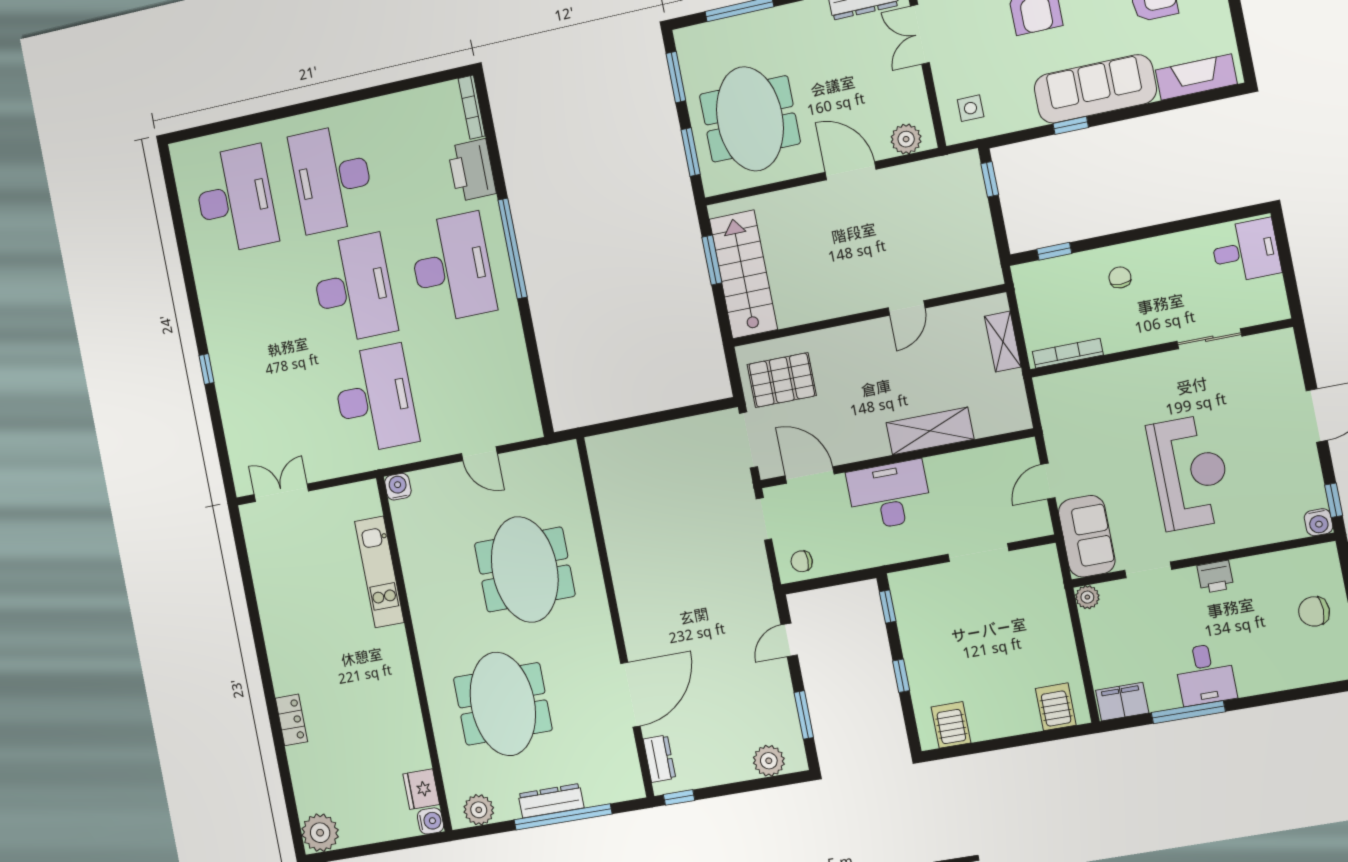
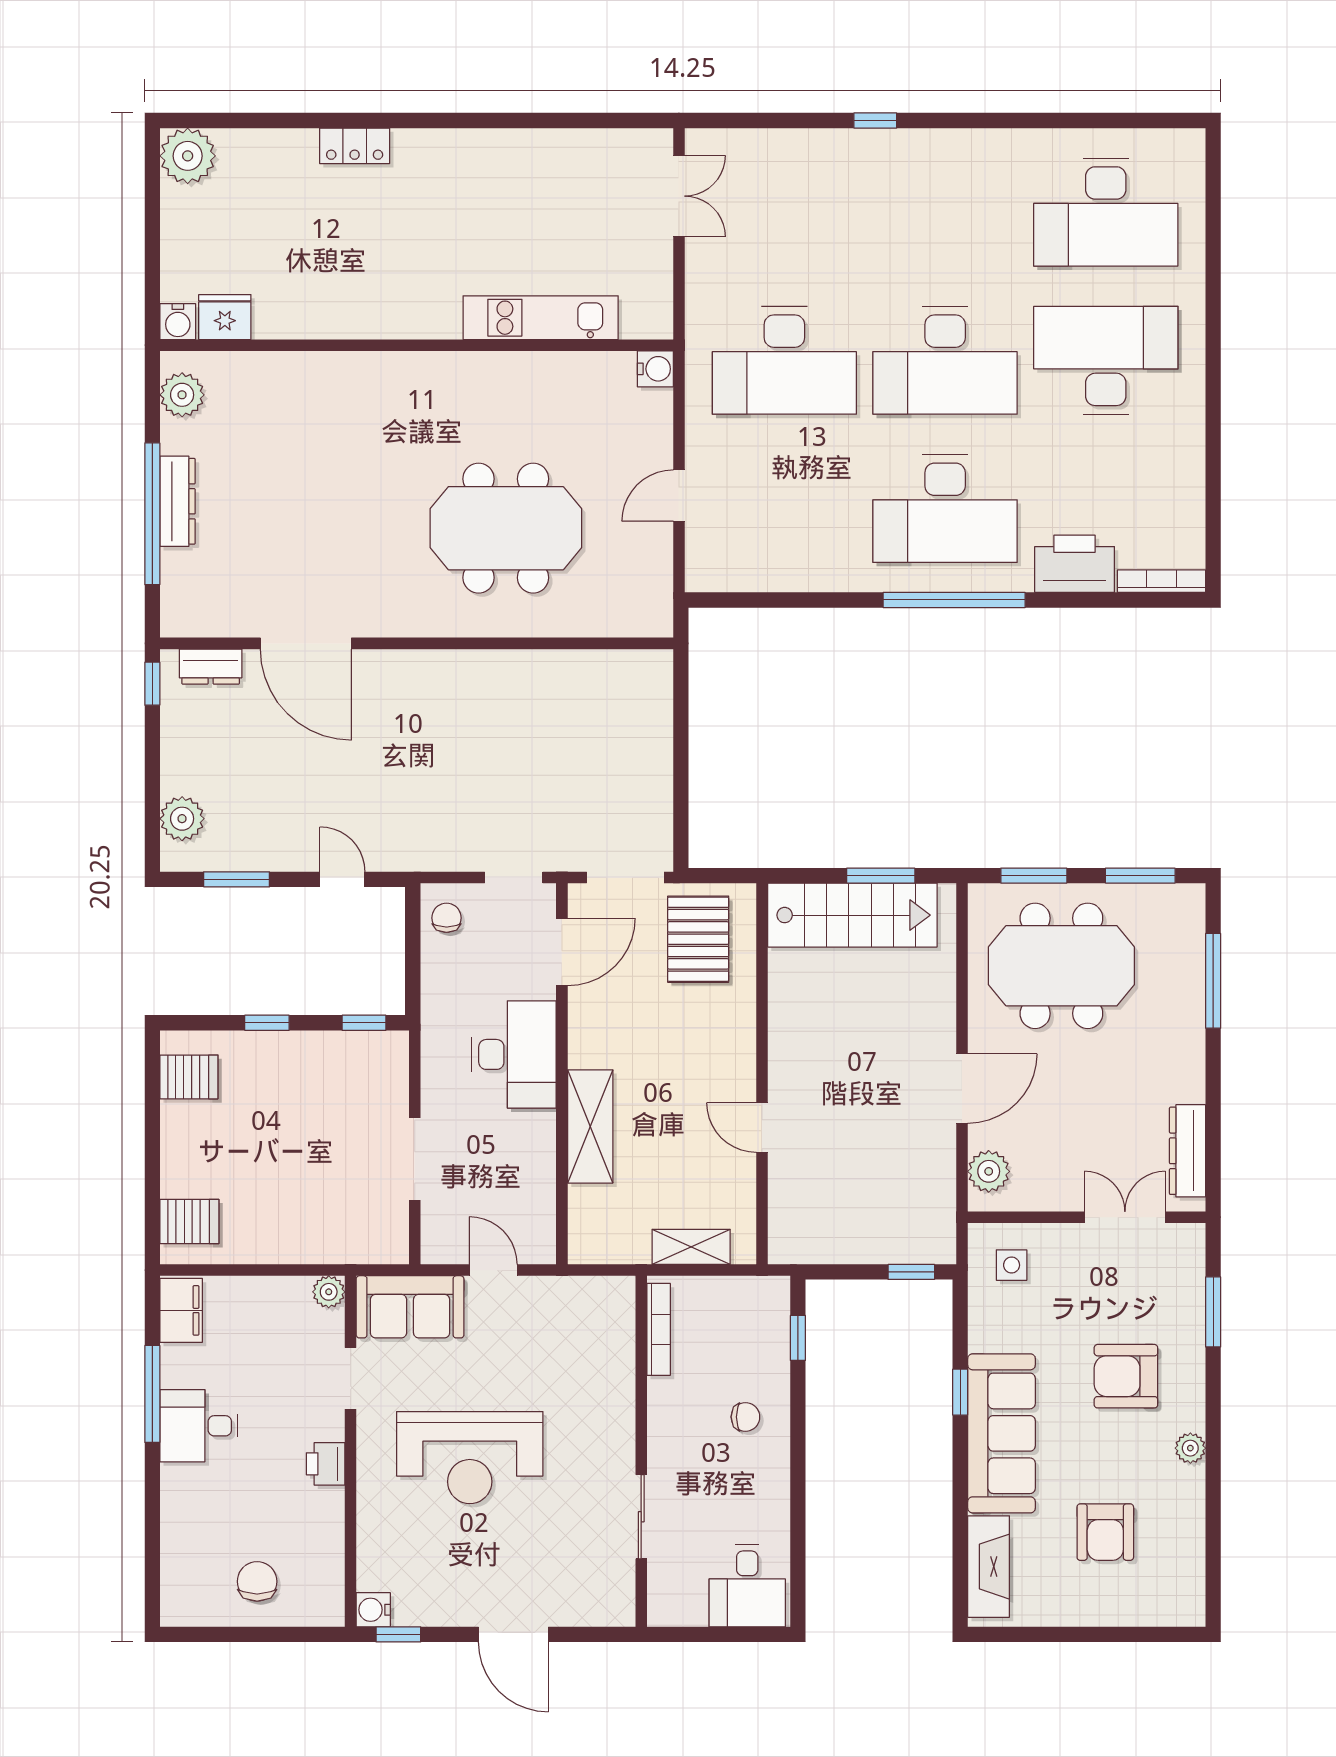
meeting table: (503, 704) -> (324, 459), removed

